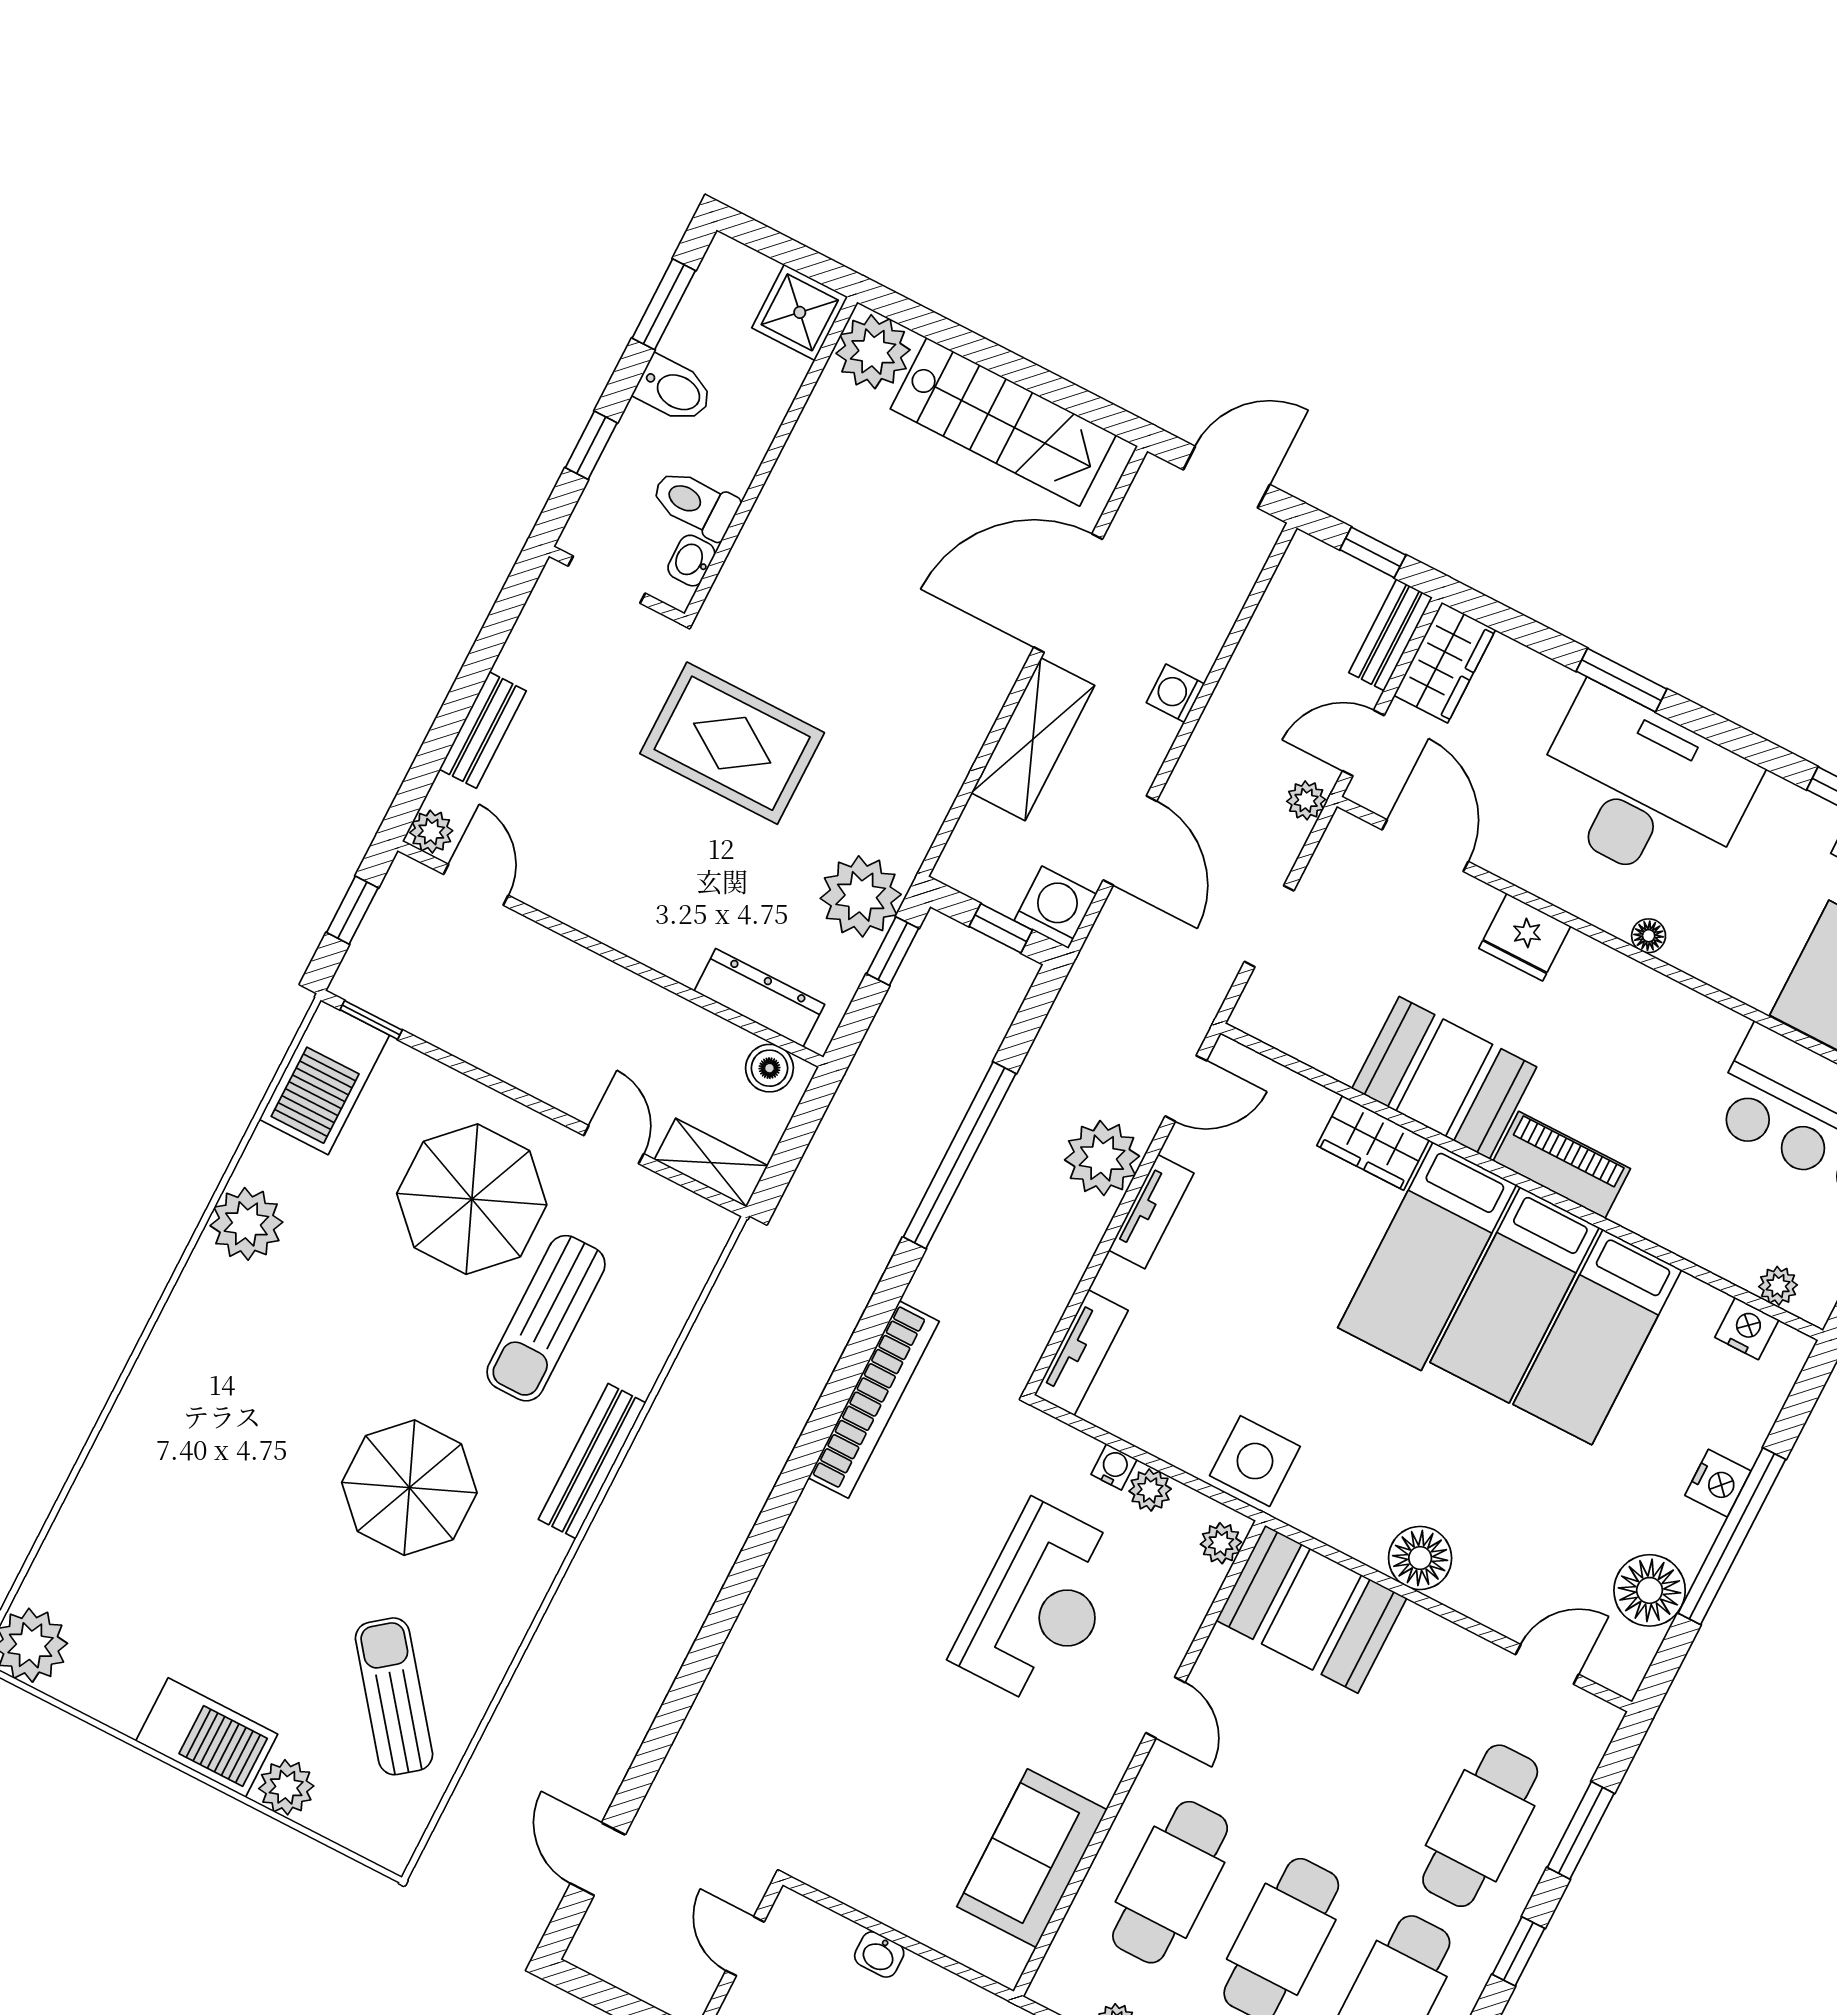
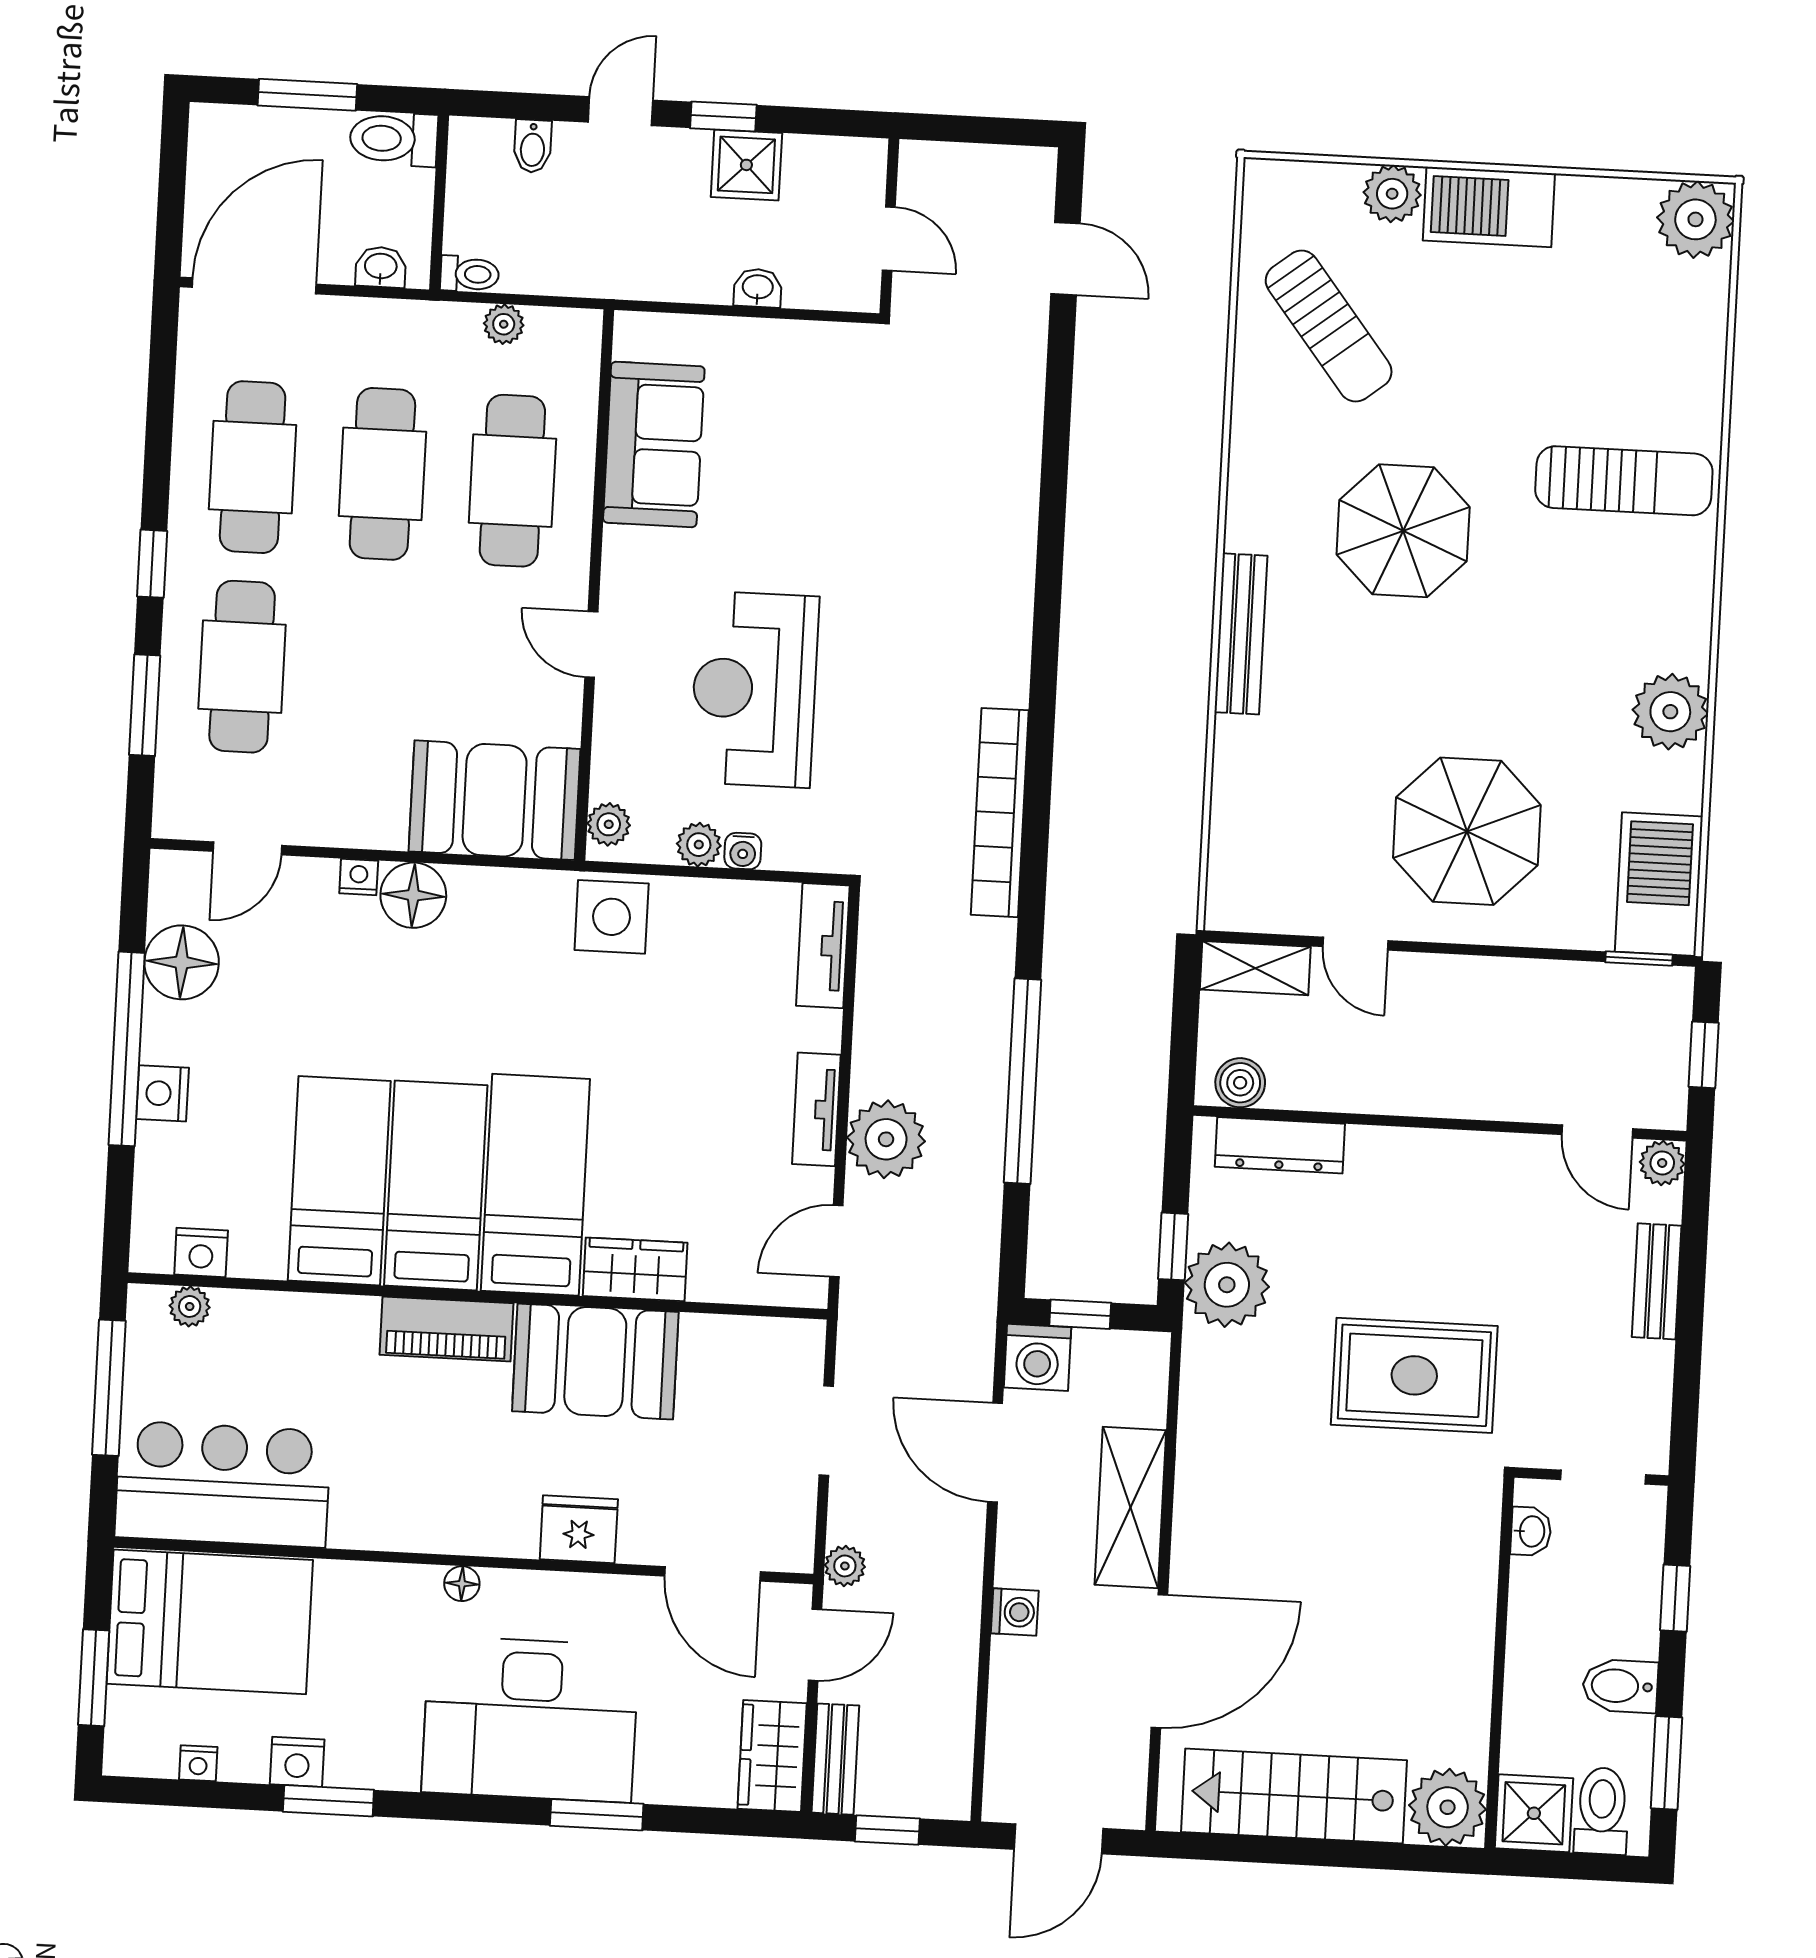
toilet: (695, 504) -> (1602, 1811), moved, turned -90
sun lounger: (546, 1318) -> (1624, 481), moved, turned 90
nightstand: (1461, 1596) -> (359, 877), added

